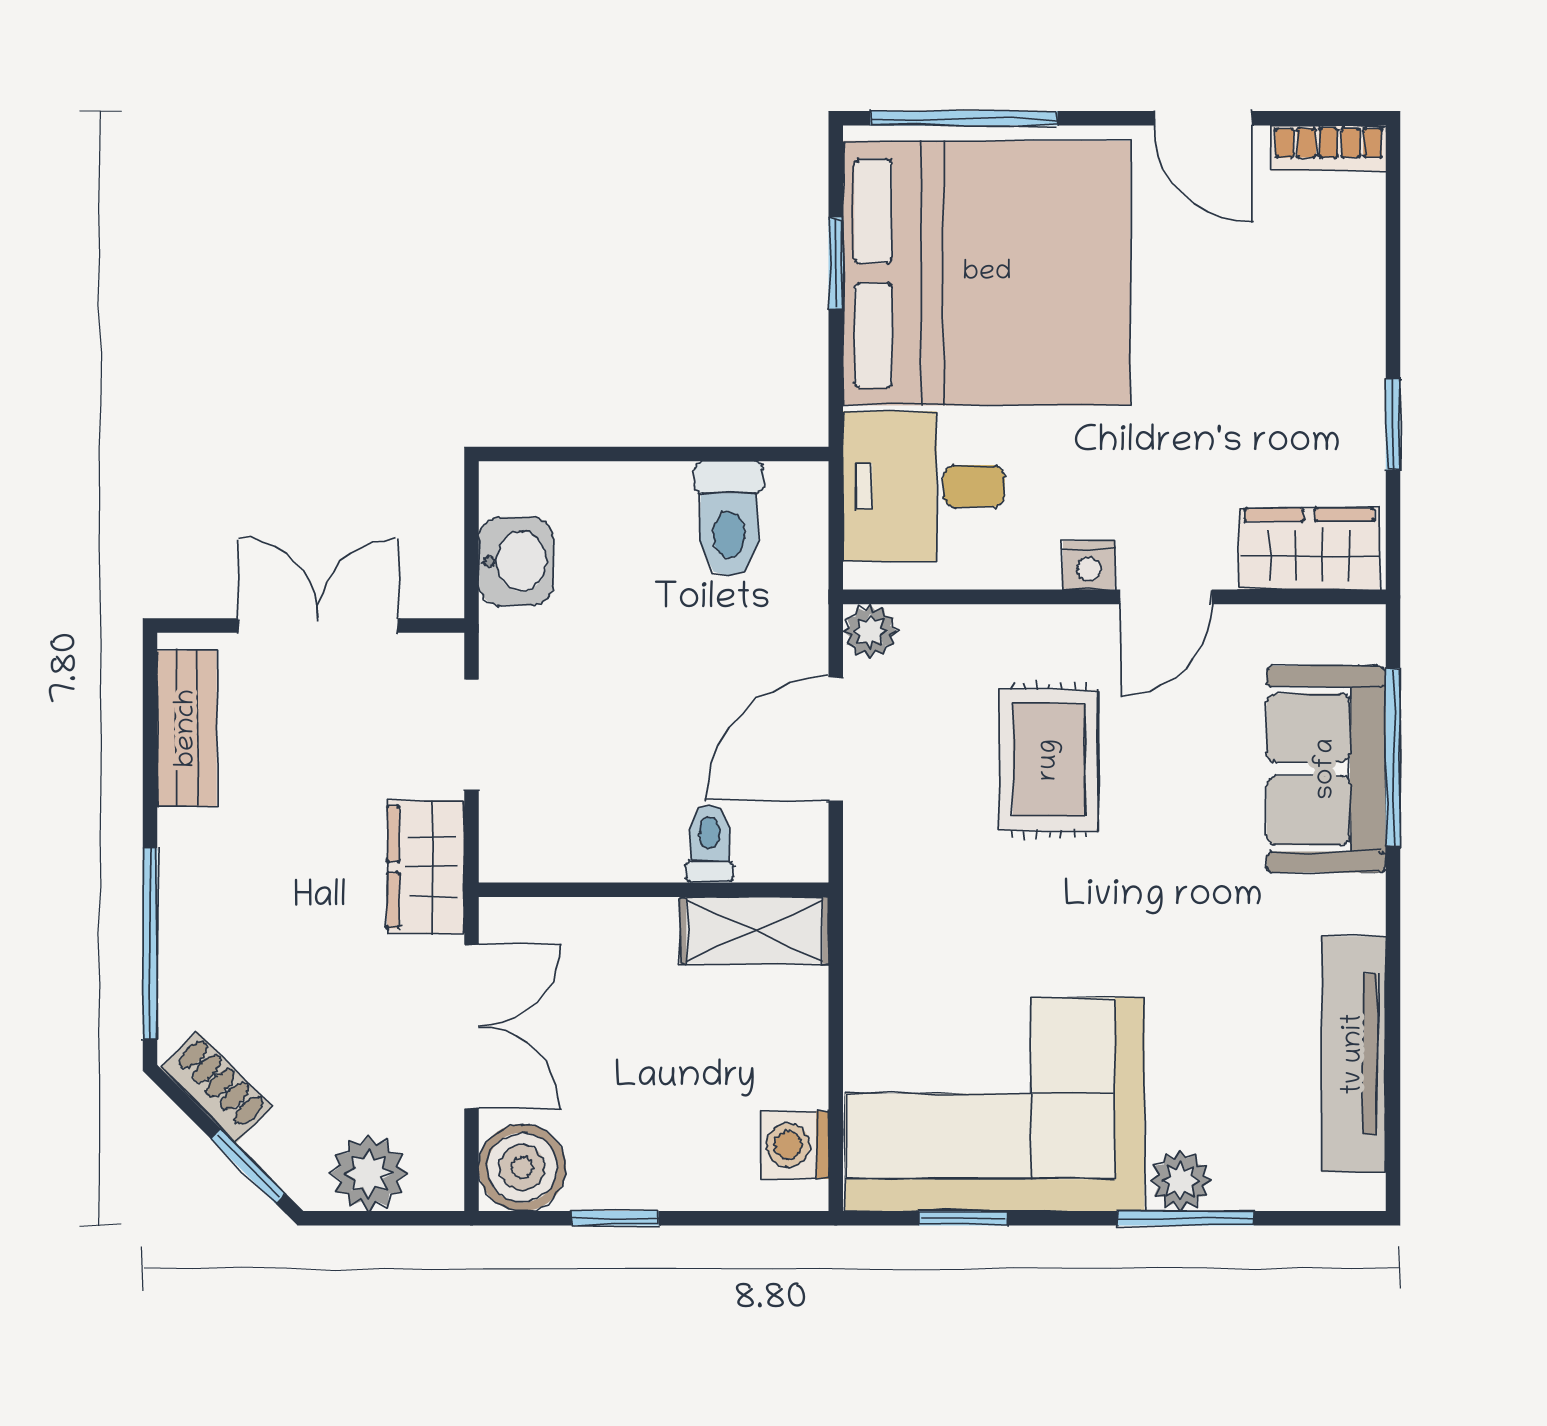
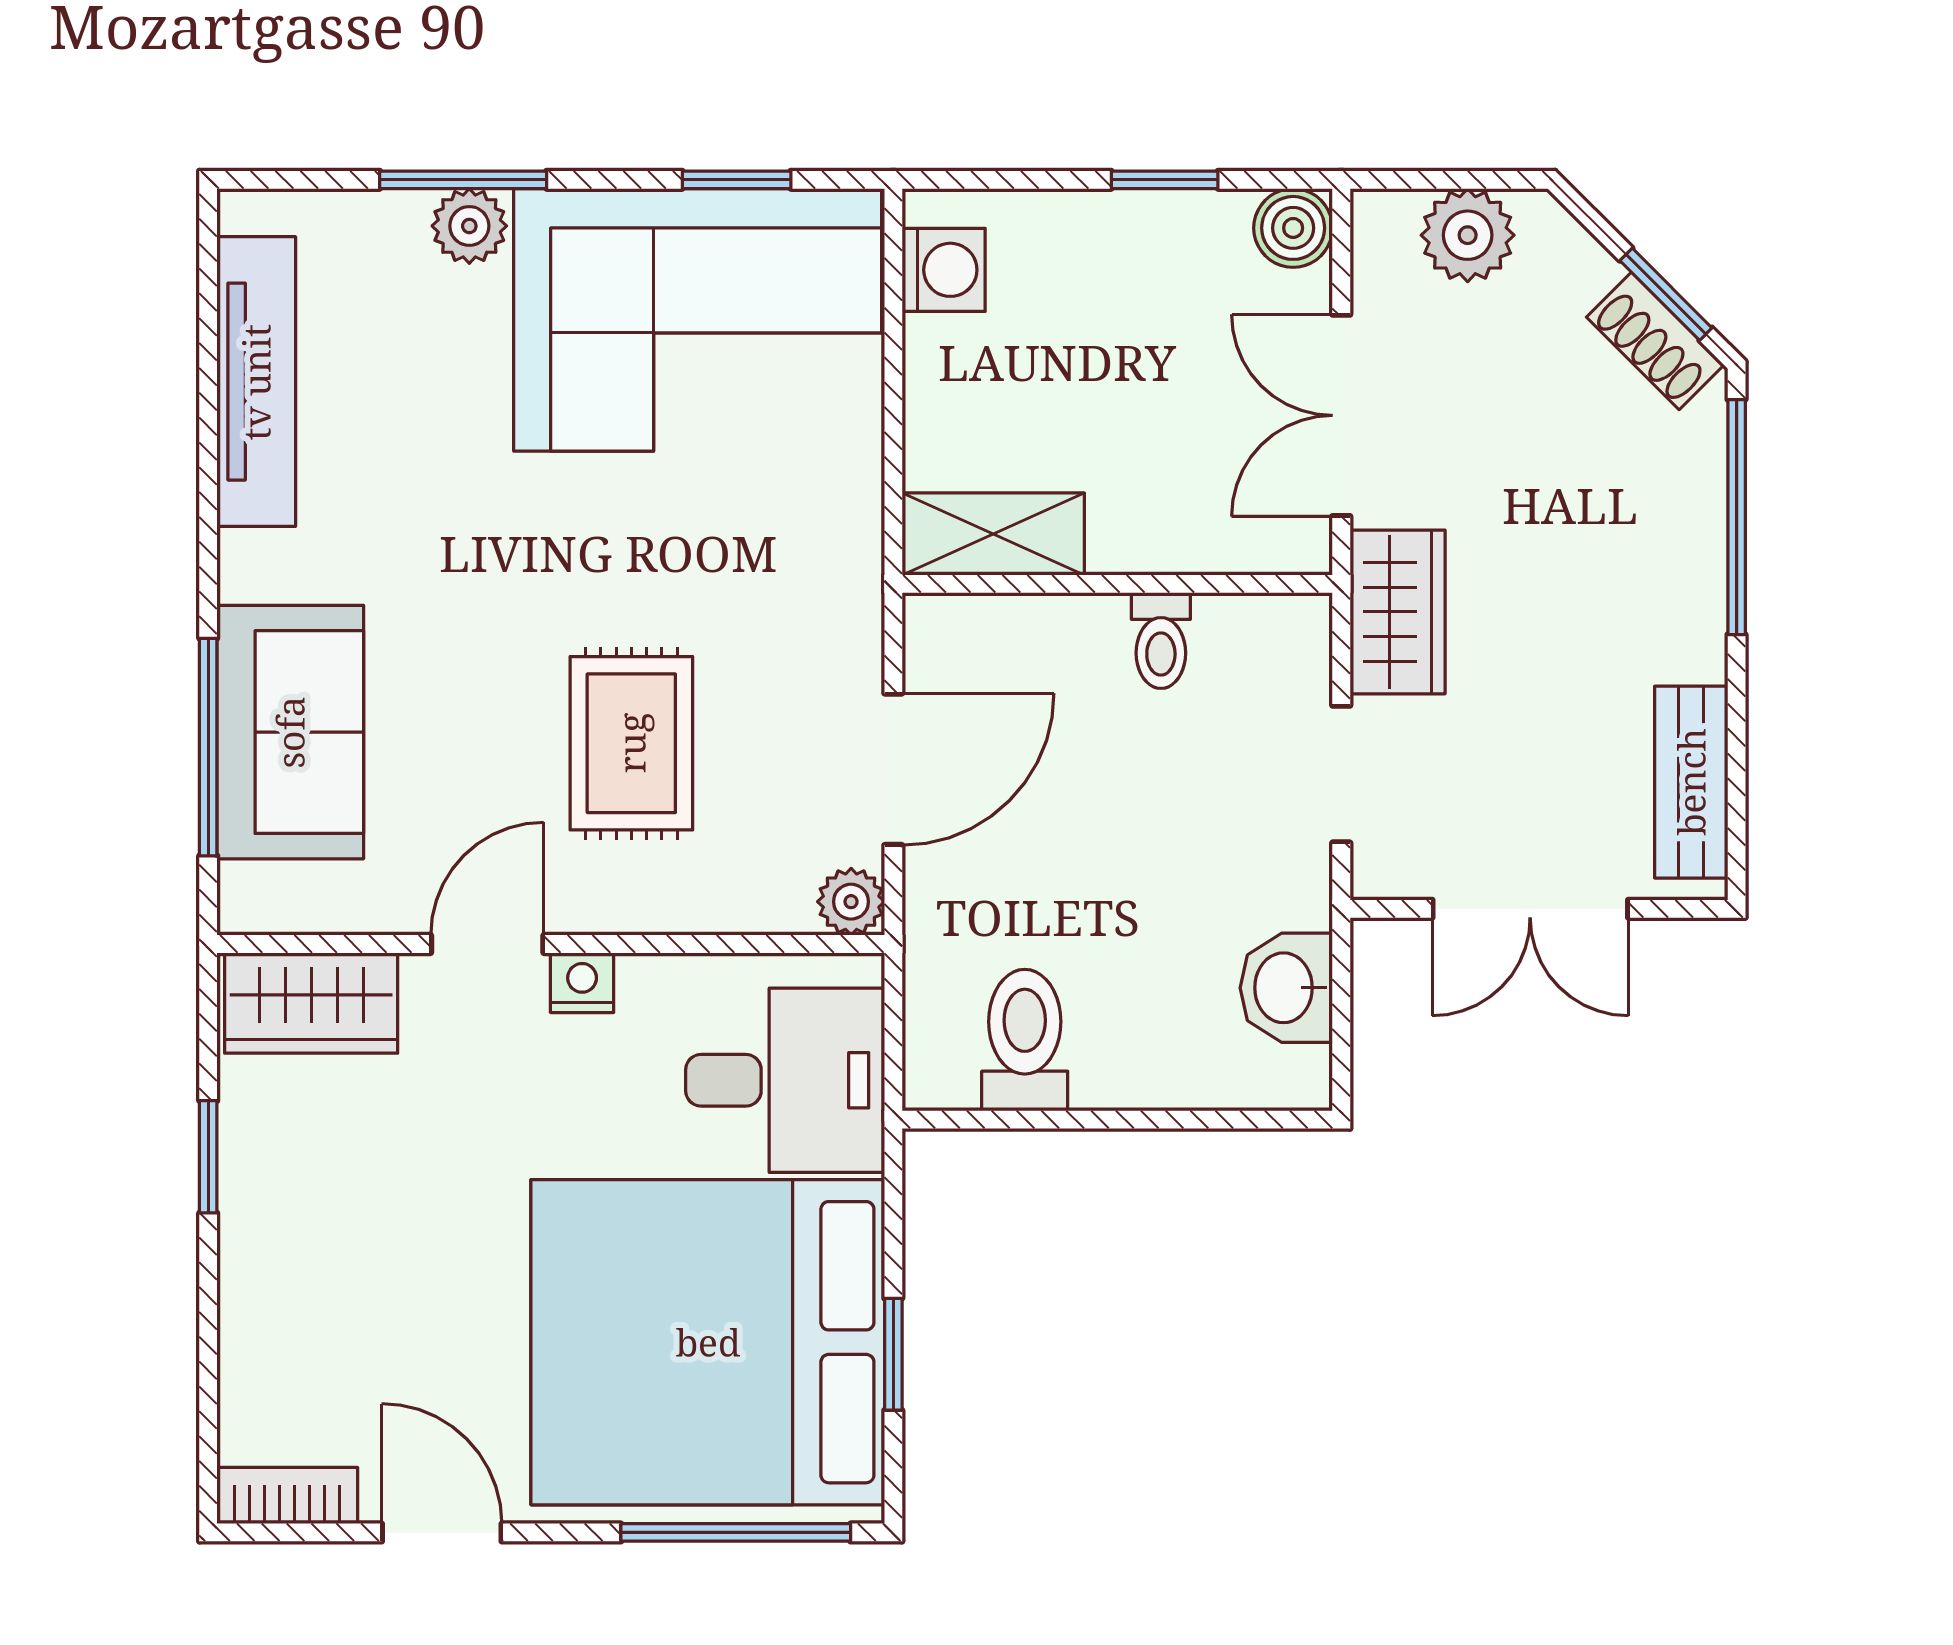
toilet: (710, 844) -> (1161, 641), moved
window: (248, 1166) -> (1666, 294), moved
boiler: (522, 1168) -> (1293, 228), width x0.73, depth x0.73

